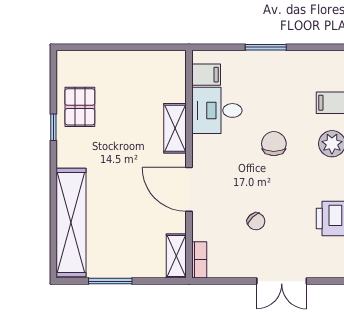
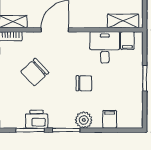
shelving: (175, 128) -> (123, 21), moved
chair: (256, 221) -> (35, 72), width x1.87, depth x1.87

